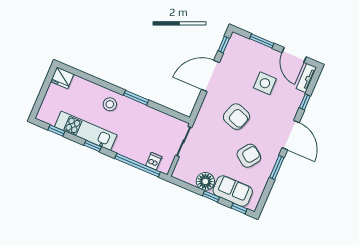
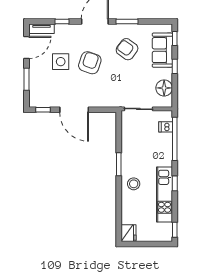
armchair: (236, 117) -> (90, 63), moved
window: (56, 131) -> (175, 230), moved
floor lamp: (205, 181) -> (164, 88), moved

